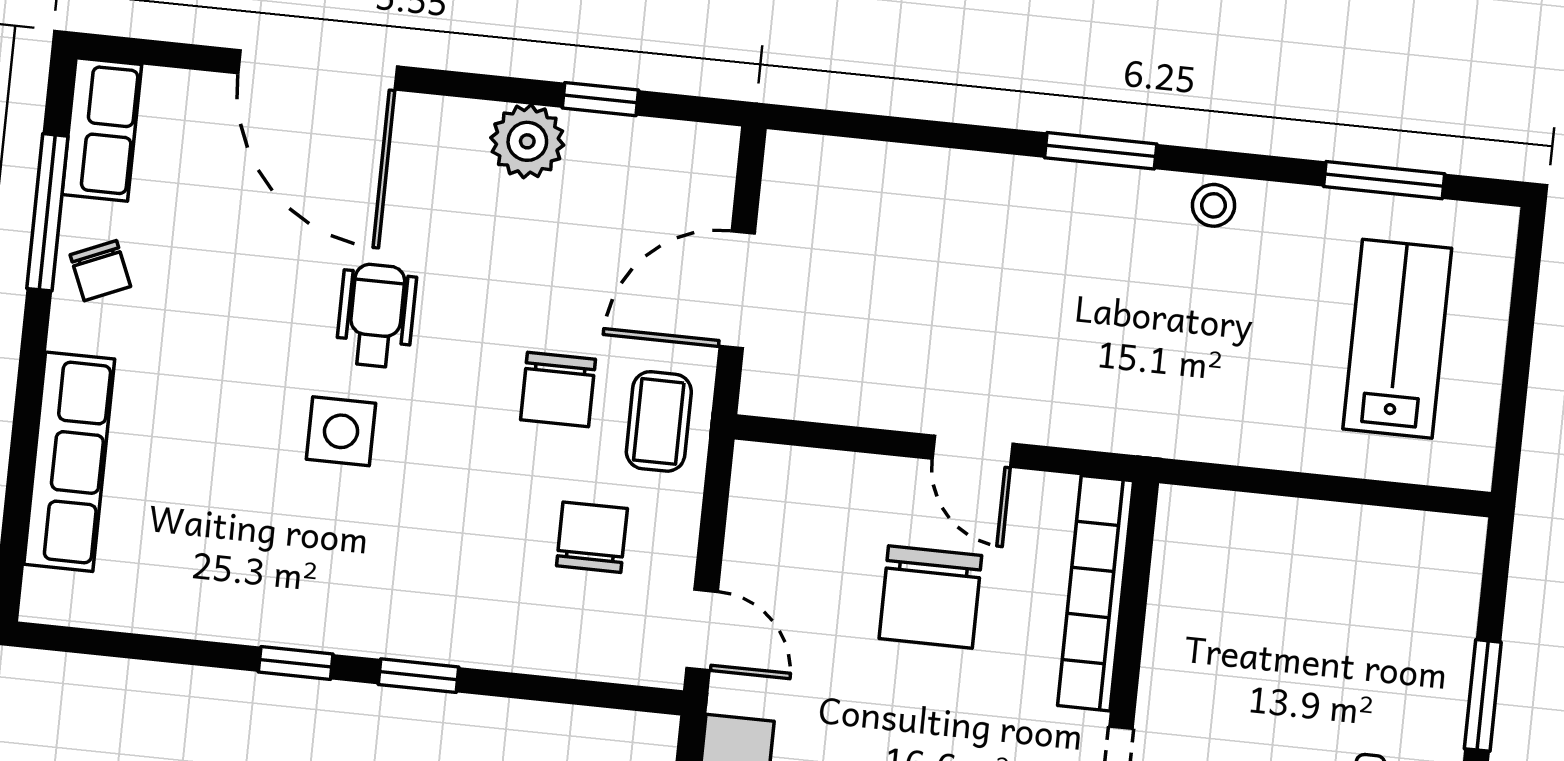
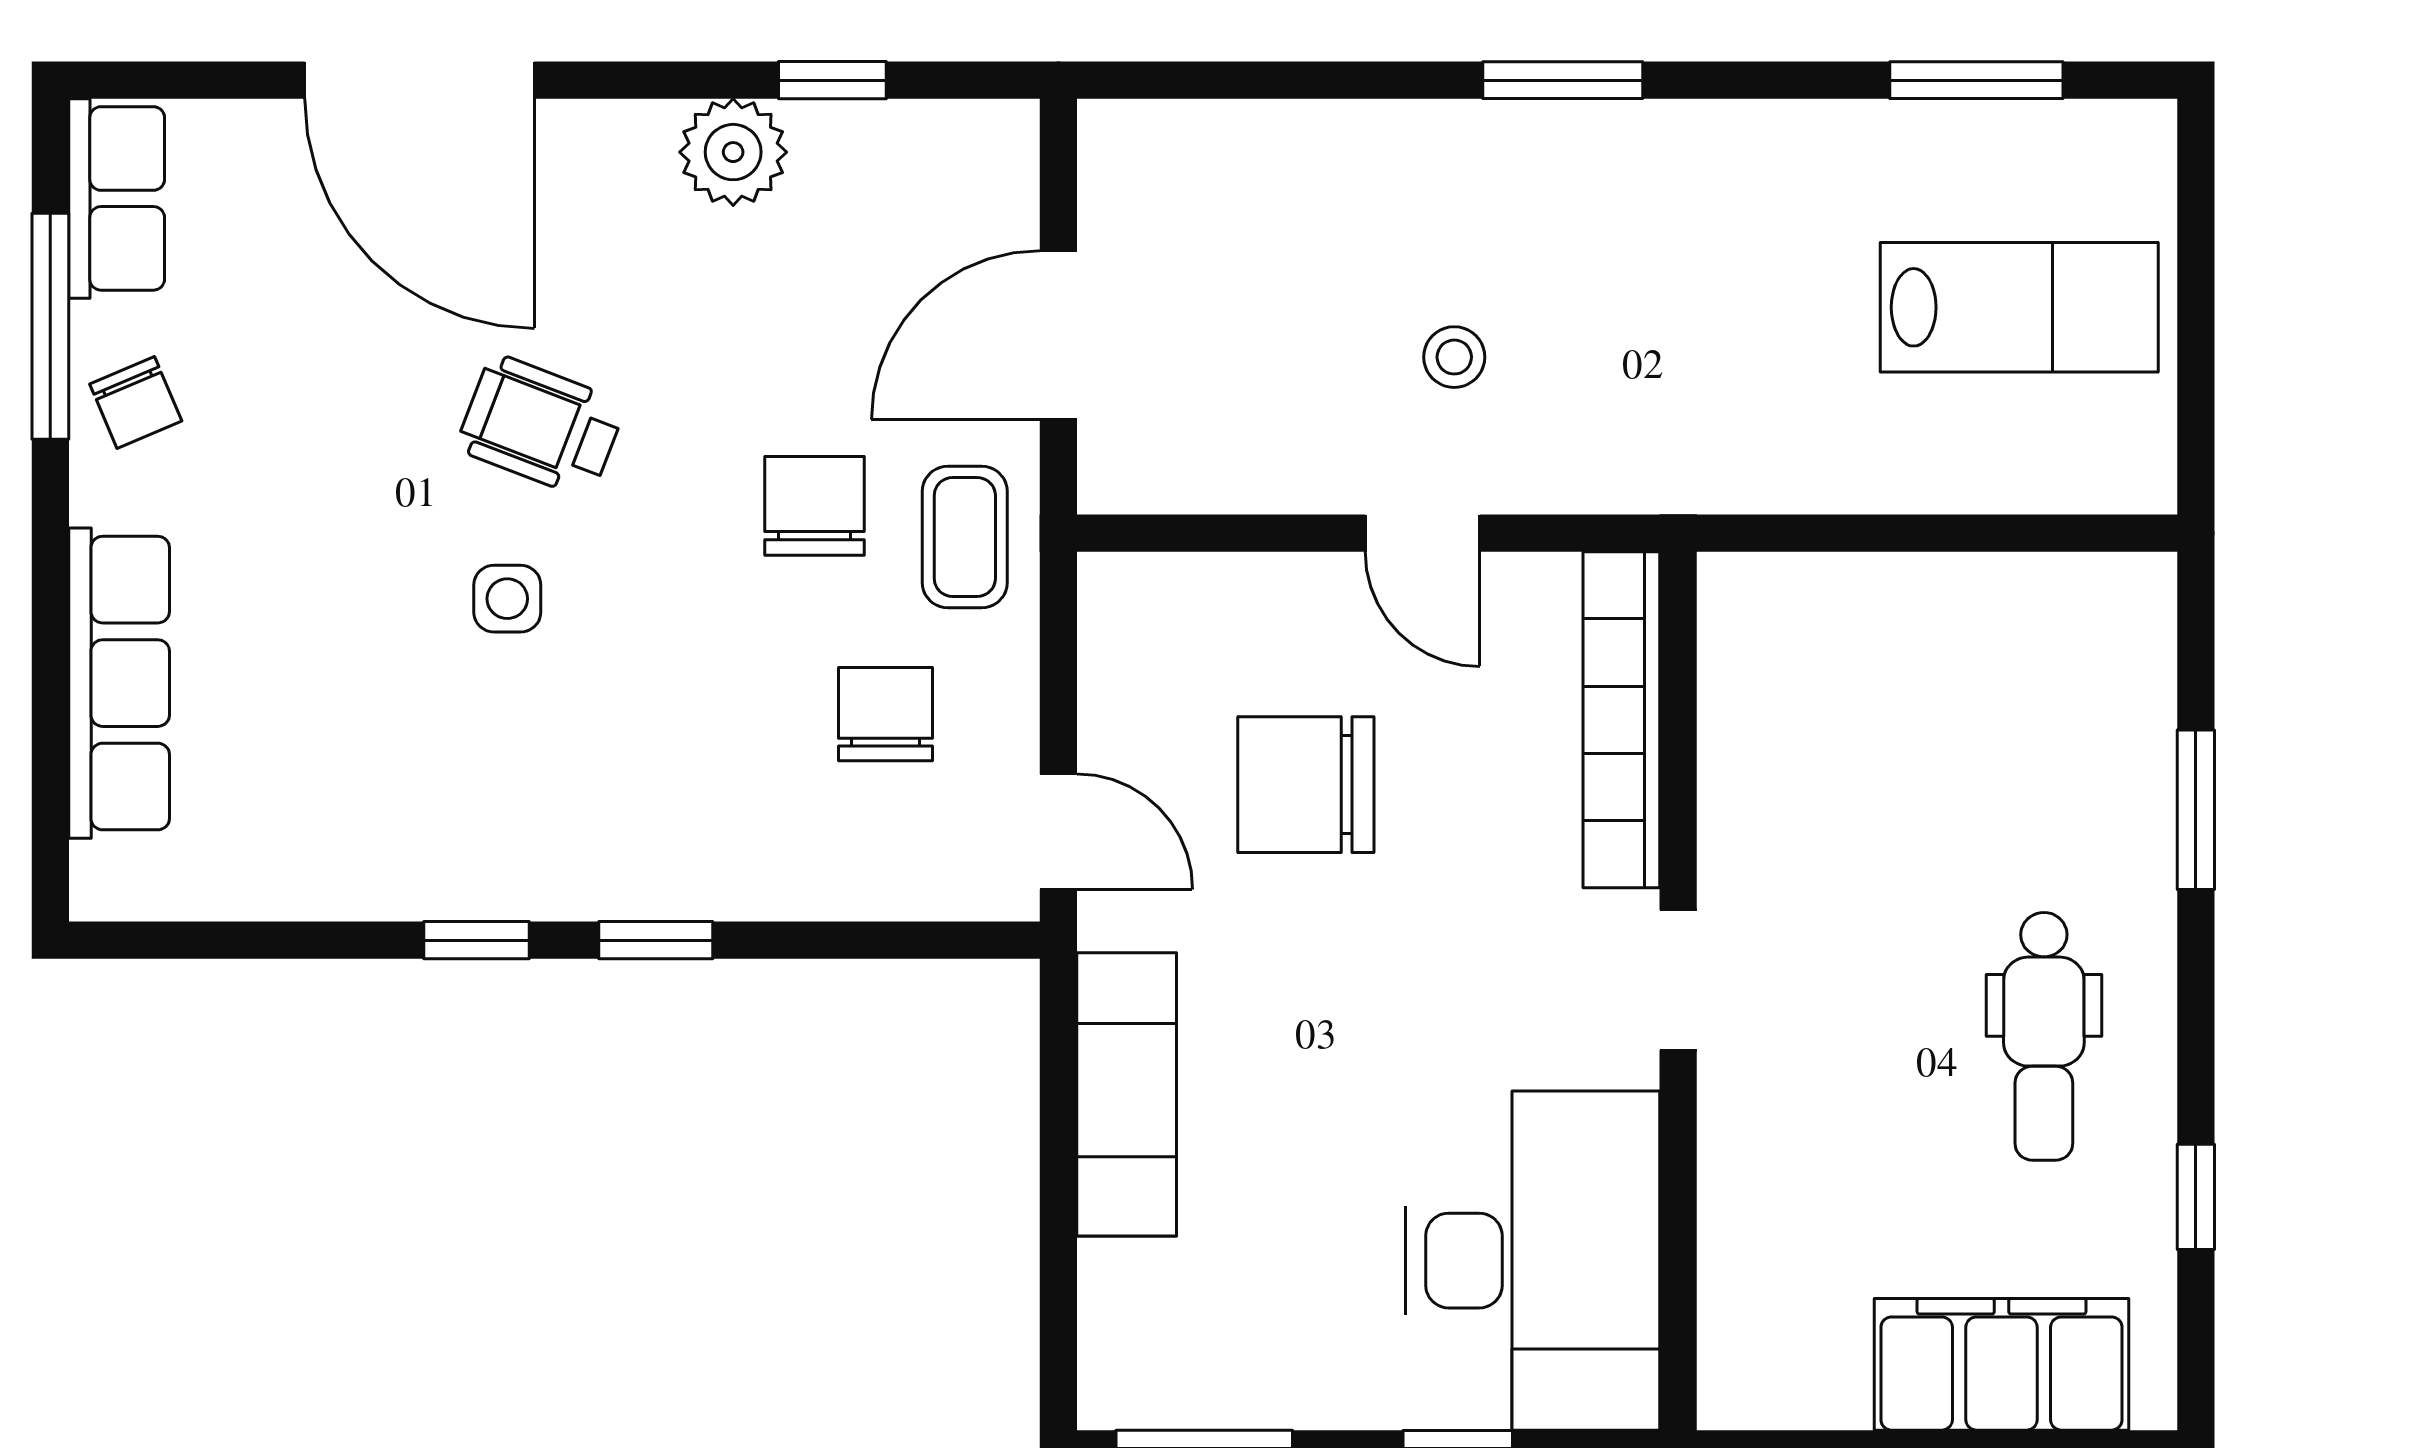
stool: (1214, 205) -> (1454, 357), moved
wheelchair: (376, 315) -> (541, 426), turned -69
lab bench: (1397, 339) -> (2019, 307), turned 90
chair: (558, 389) -> (814, 506), turned 180
side table: (341, 431) -> (507, 599), width x0.73, depth x0.73
chair: (930, 597) -> (1306, 785), moved, turned 90

